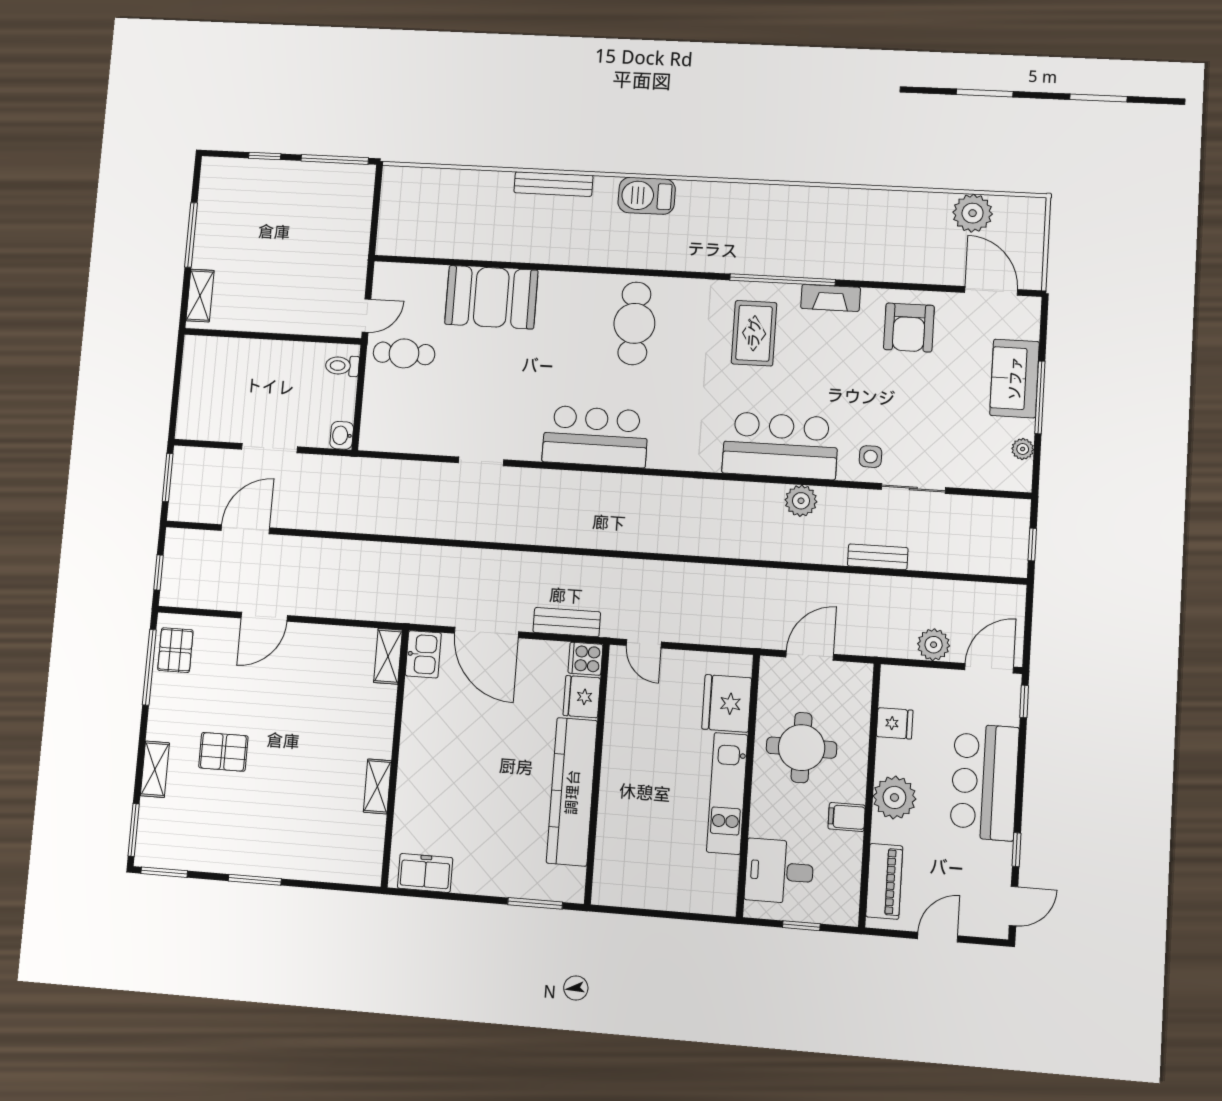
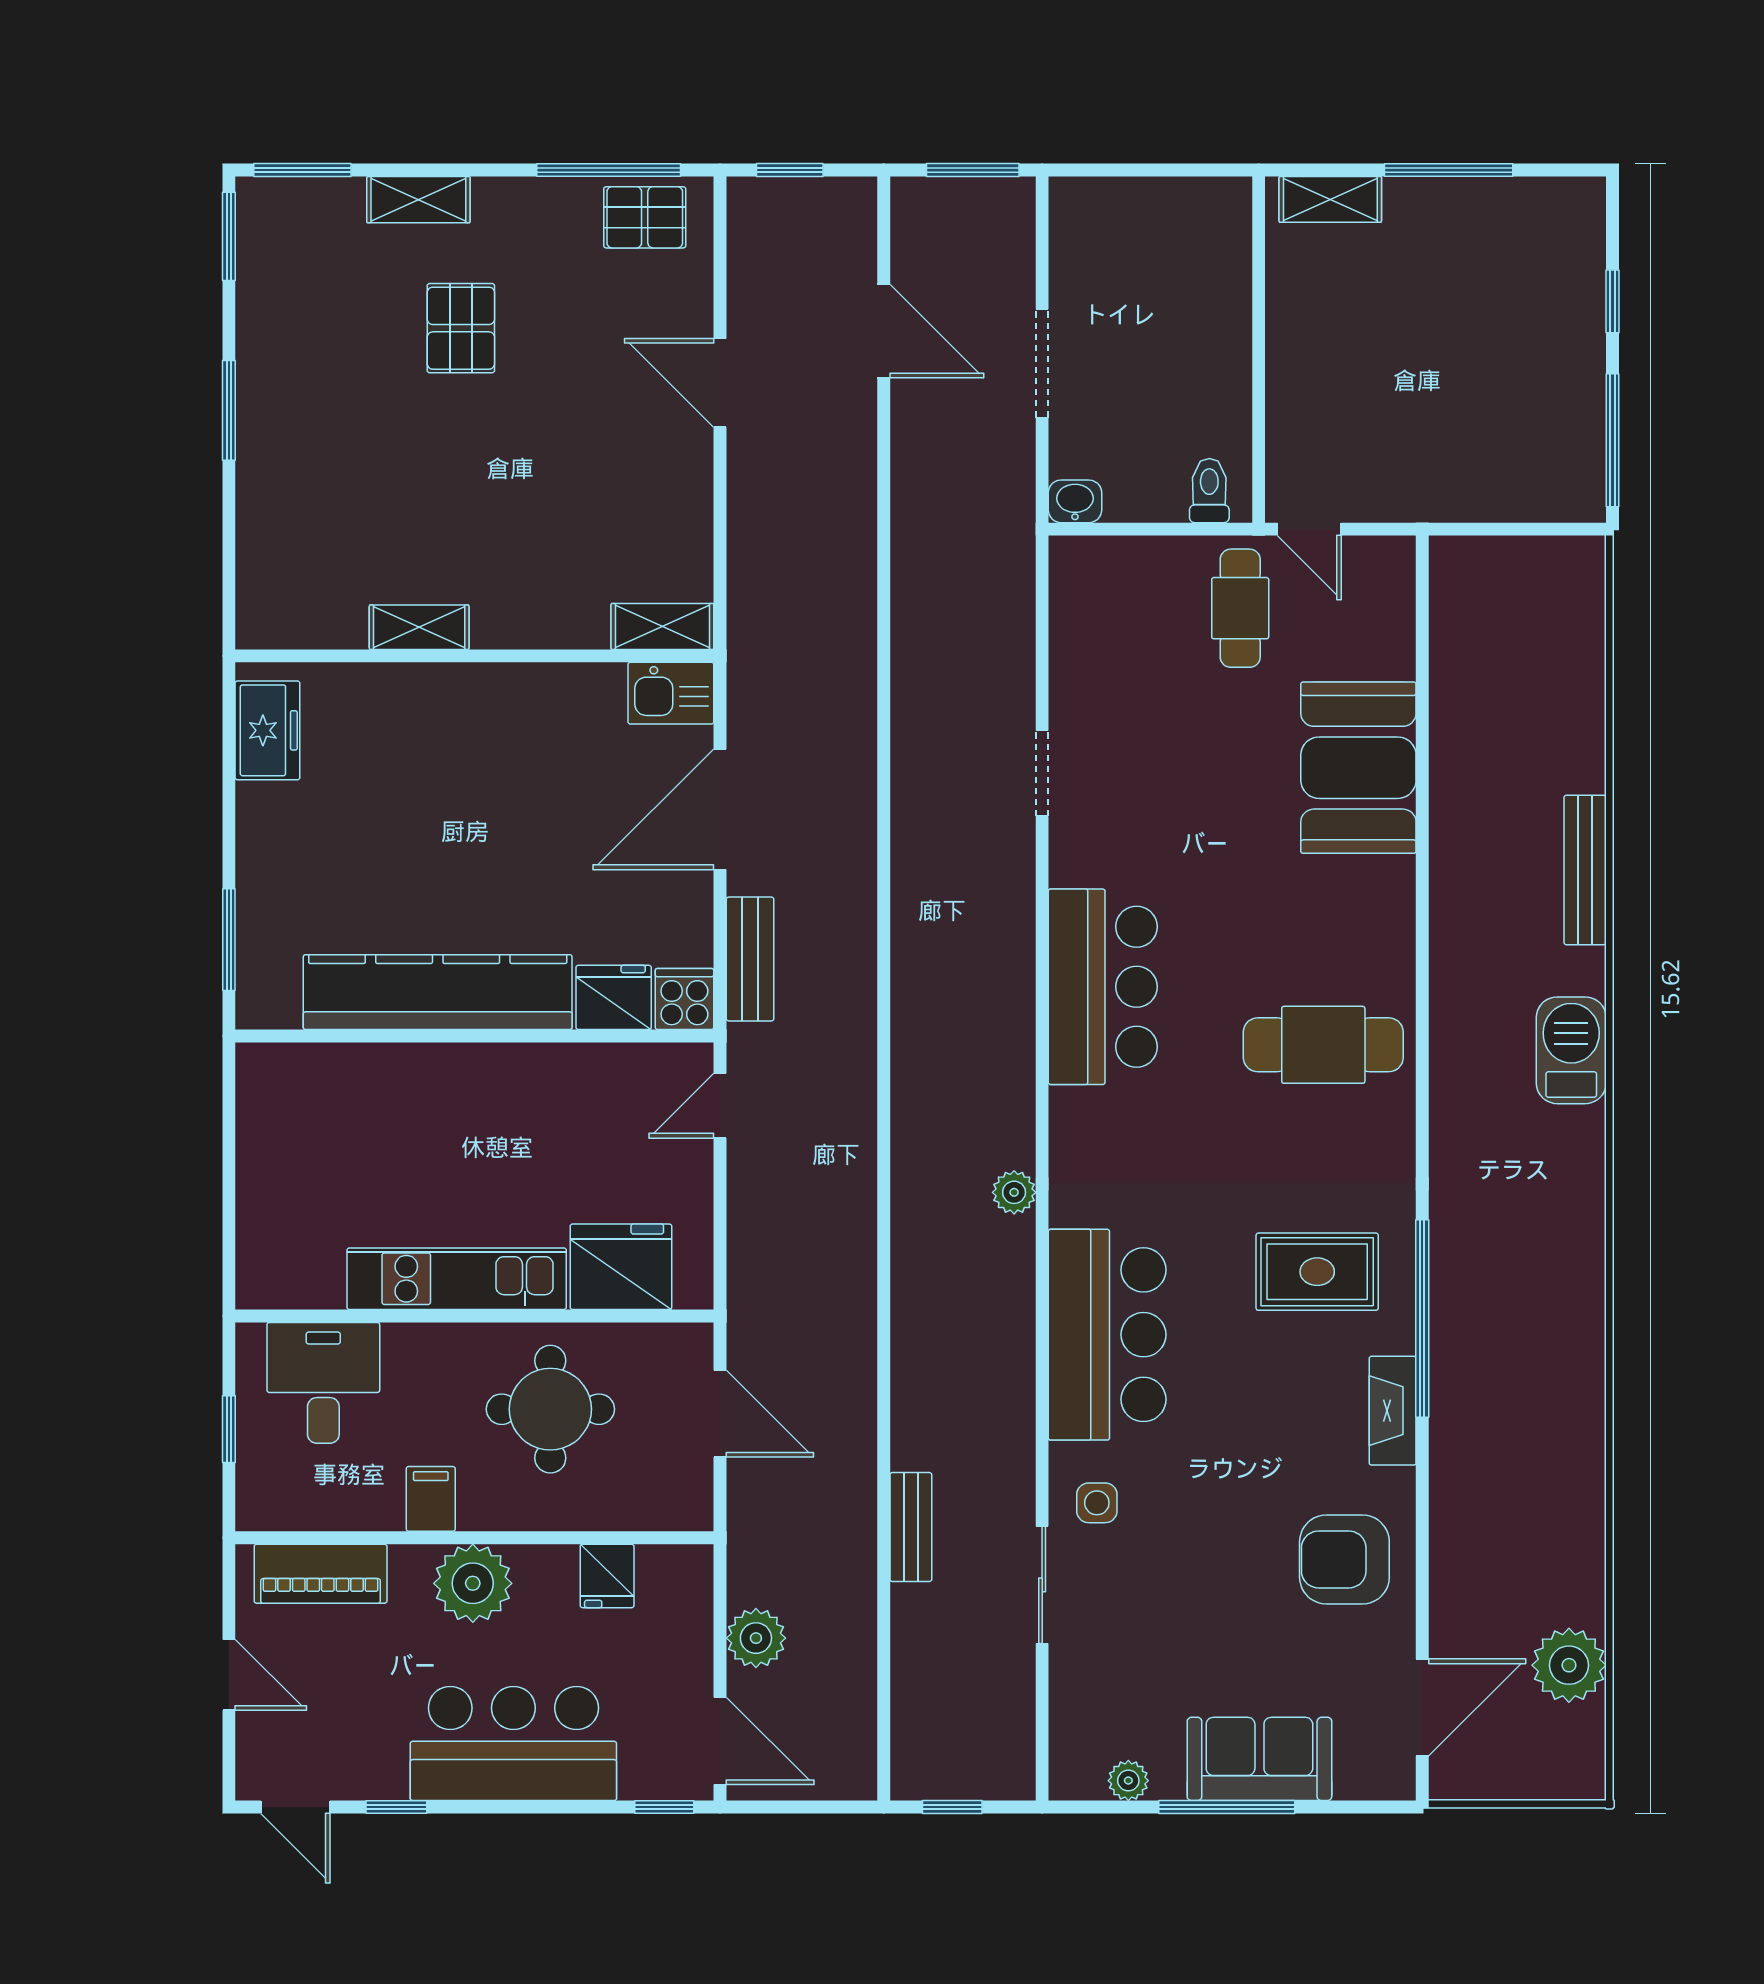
plant: (801, 501) -> (1014, 1192), moved, width x0.73, depth x0.73

